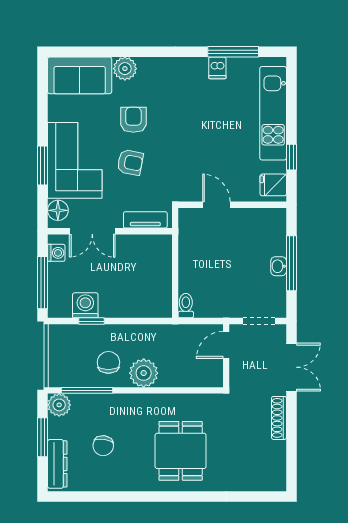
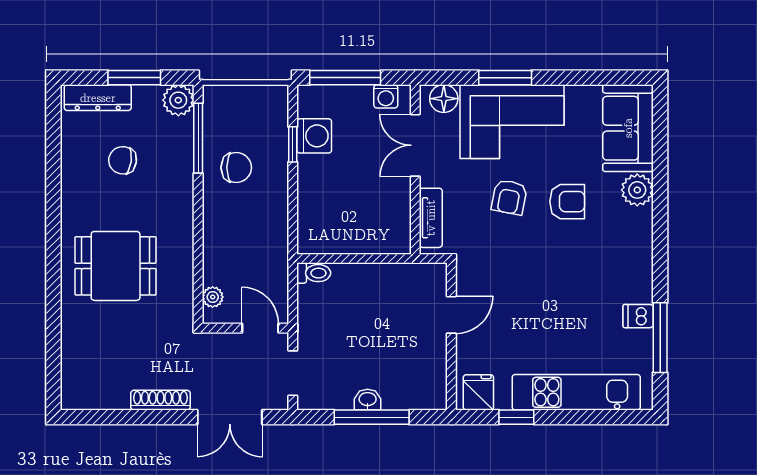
plant: (144, 373) -> (213, 297), moved, width x0.53, depth x0.53

